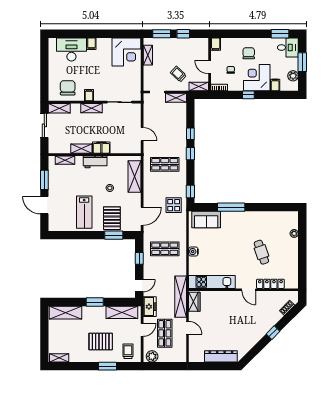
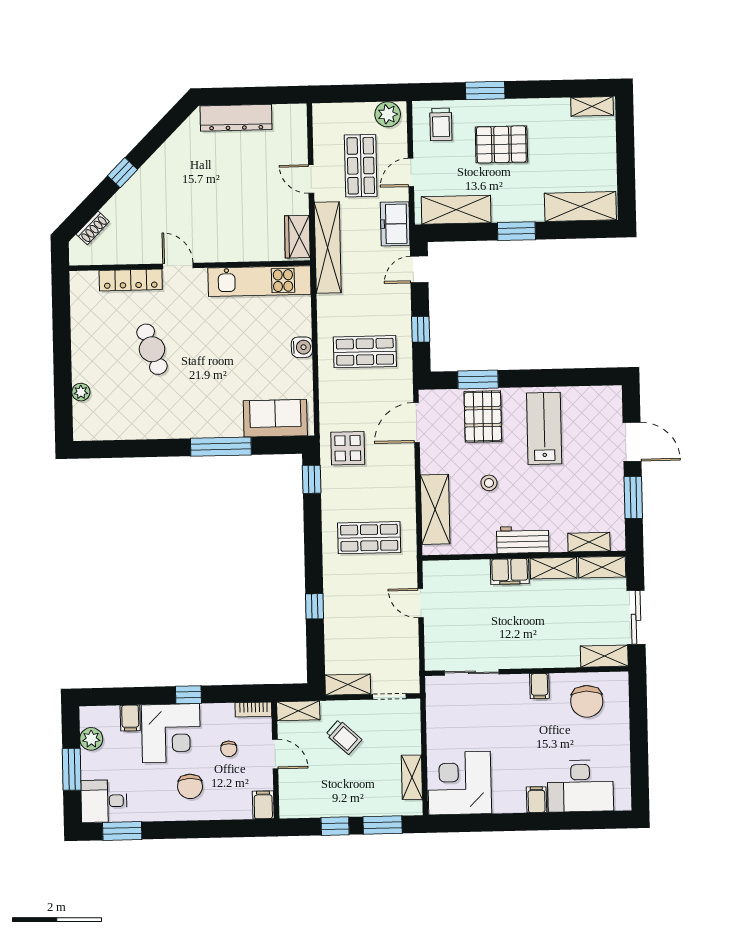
shelving: (91, 108) -> (602, 567), moved
window: (190, 154) -> (314, 563), removed

